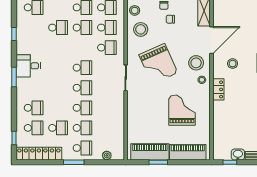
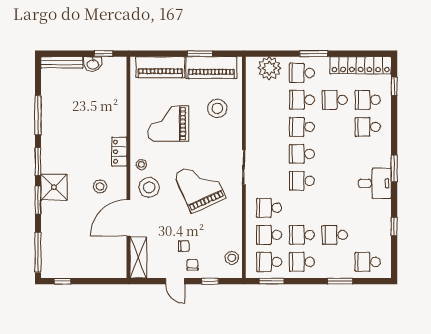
stool: (141, 29) -> (217, 108), moved
grand piano: (182, 110) -> (168, 124), turned 90
plant: (107, 155) -> (269, 68), width x1.88, depth x1.88

